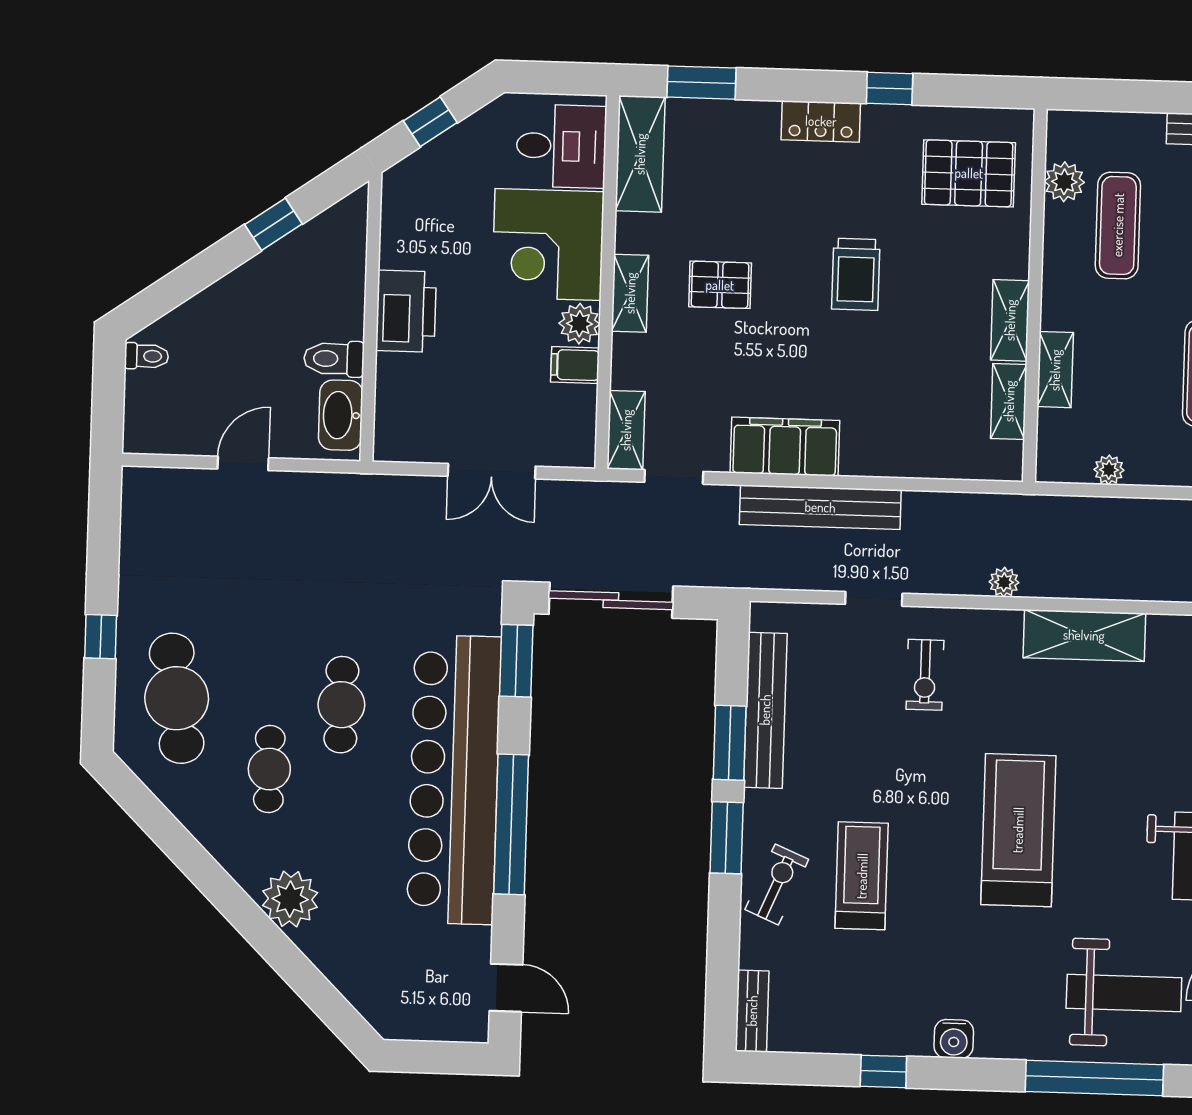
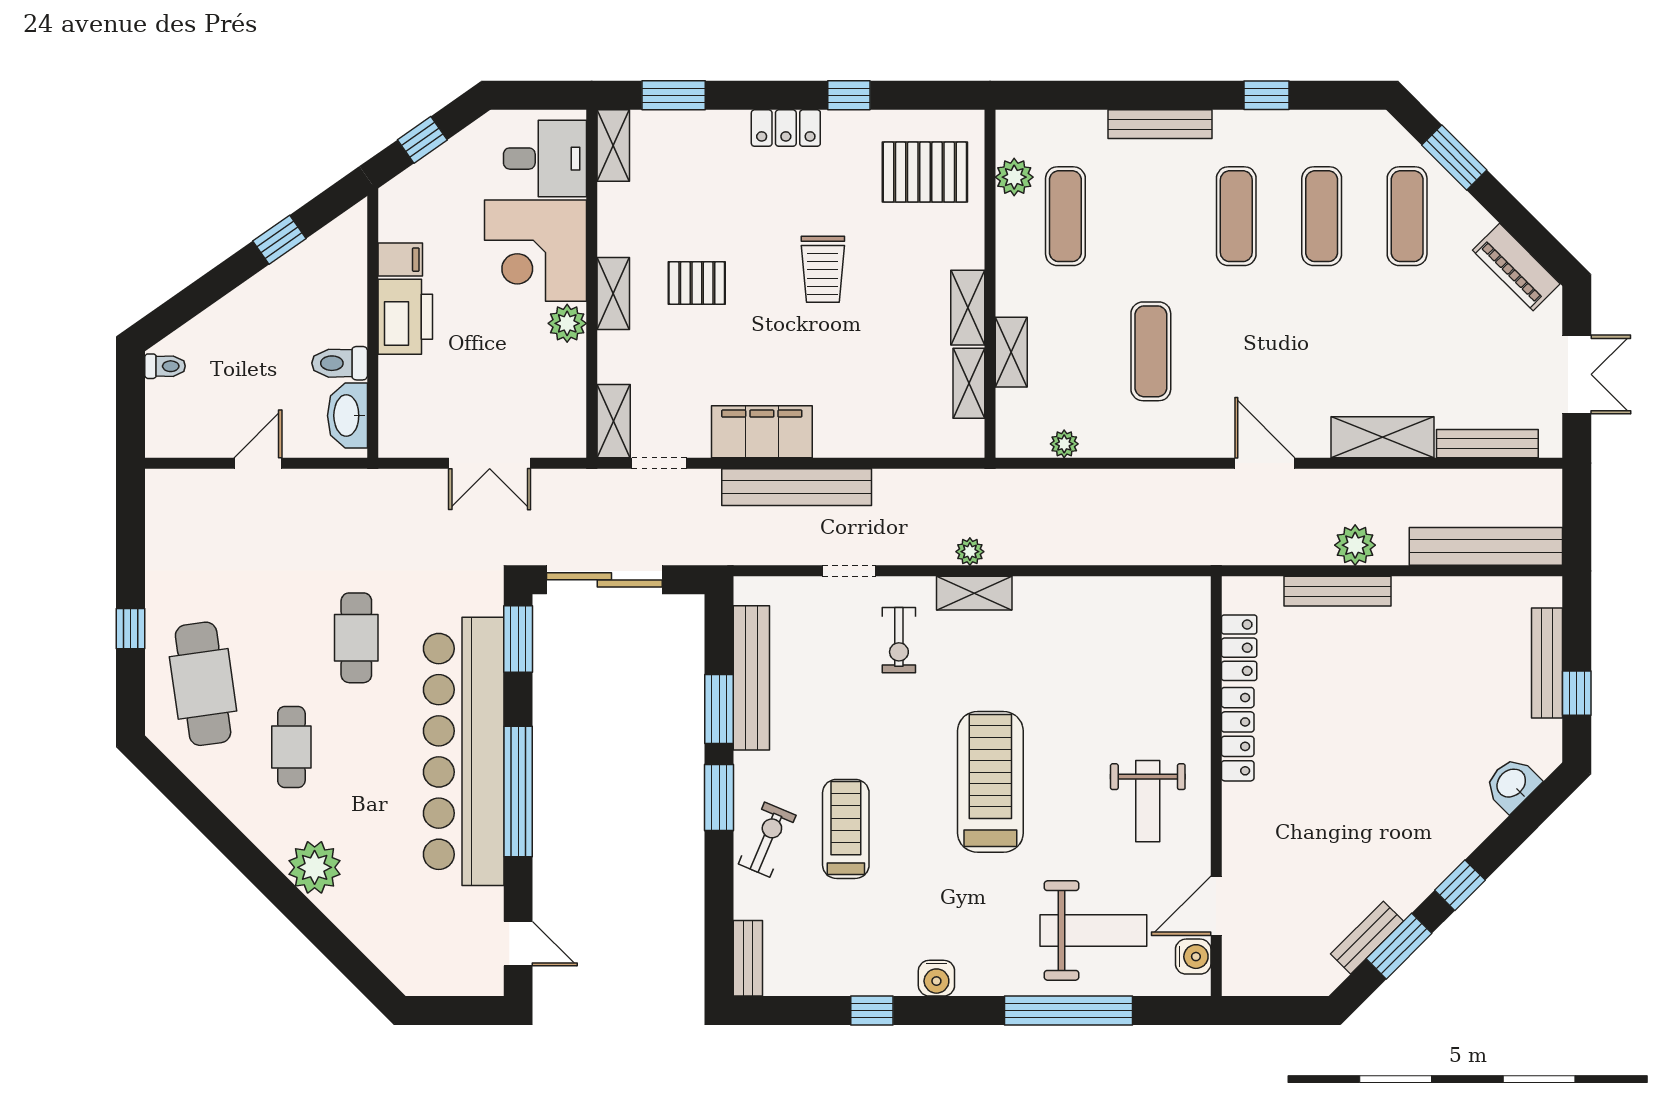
shelving: (640, 154) -> (613, 146), width x0.67, depth x0.75
filing cabinet: (575, 365) -> (400, 260), moved, turned 180
shelving: (1084, 635) -> (974, 593), moved, width x0.67, depth x0.75
cafe table: (341, 705) -> (356, 638), moved

